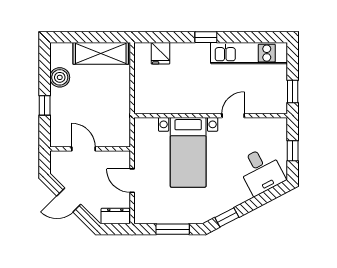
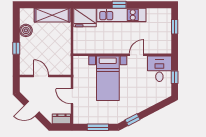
fridge: (160, 53) -> (85, 17), width x1.88, depth x1.34
kitchen unit: (249, 53) -> (121, 15), moved
window: (293, 91) -> (175, 27), moved
desk: (261, 171) -> (159, 69), moved, turned -152

